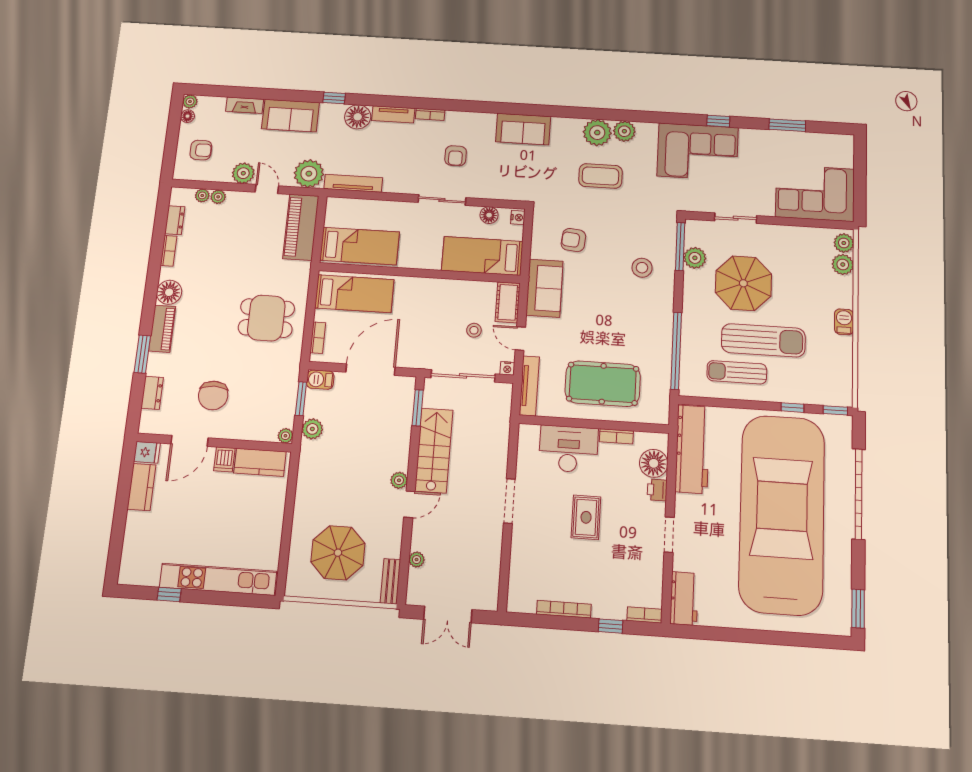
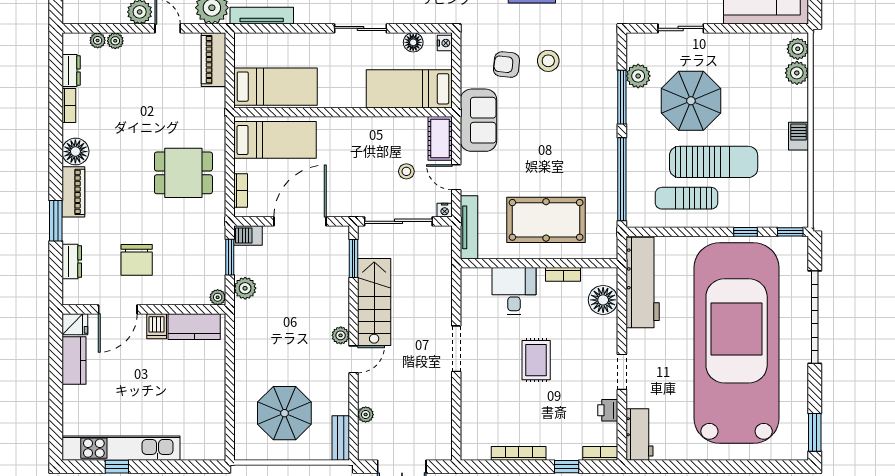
piano: (301, 227) -> (214, 60), width x0.73, depth x0.75
window: (680, 247) -> (622, 97), moved
stool: (642, 268) -> (548, 61), moved
desk: (568, 449) -> (514, 291), width x0.73
printer: (657, 490) -> (608, 410), moved
kitchen unit: (218, 579) -> (121, 448), moved

